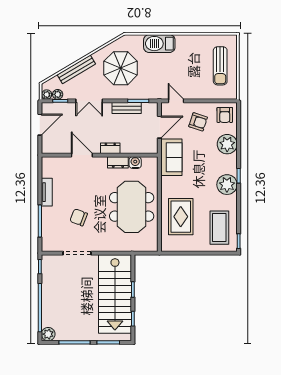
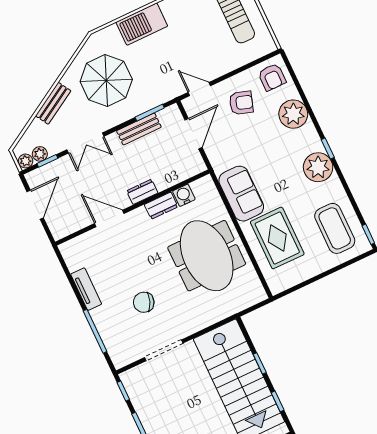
bench: (76, 69) -> (53, 103), width x0.73
sofa: (171, 157) -> (241, 194), moved

